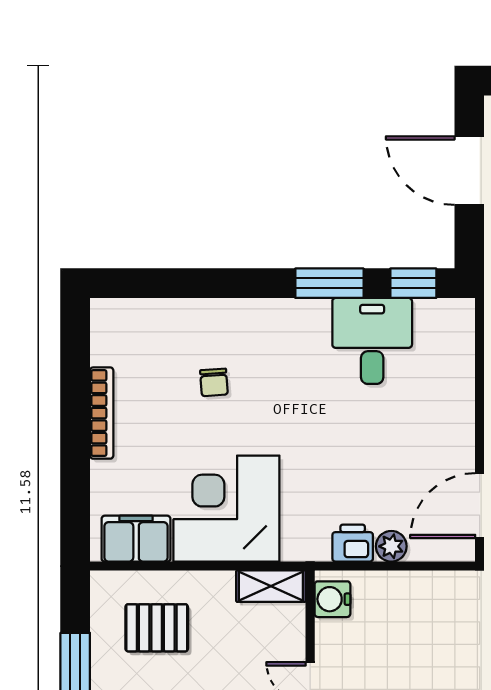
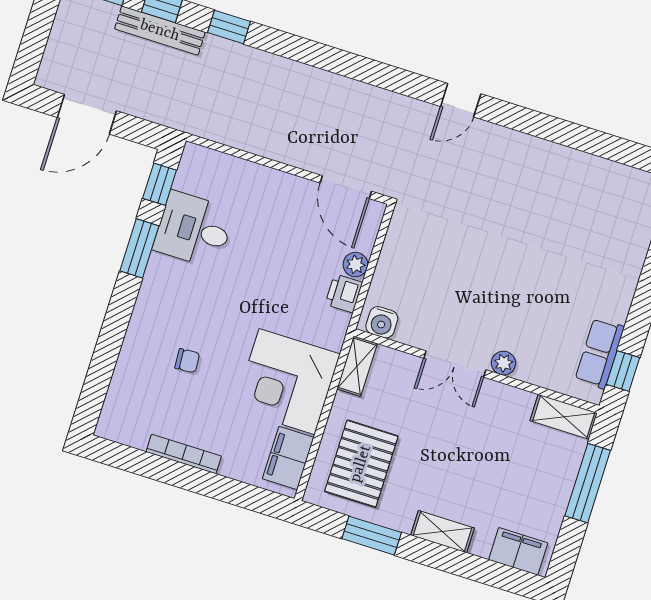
pallet: (157, 628) -> (361, 464), width x1.50, depth x1.42

